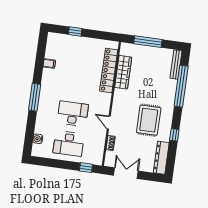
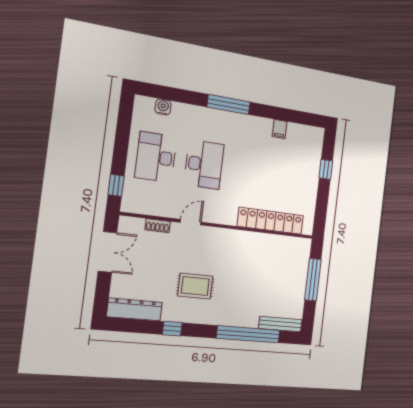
wardrobe: (123, 72) -> (268, 243), removed
rug: (149, 120) -> (195, 286), width x0.73, depth x0.70

